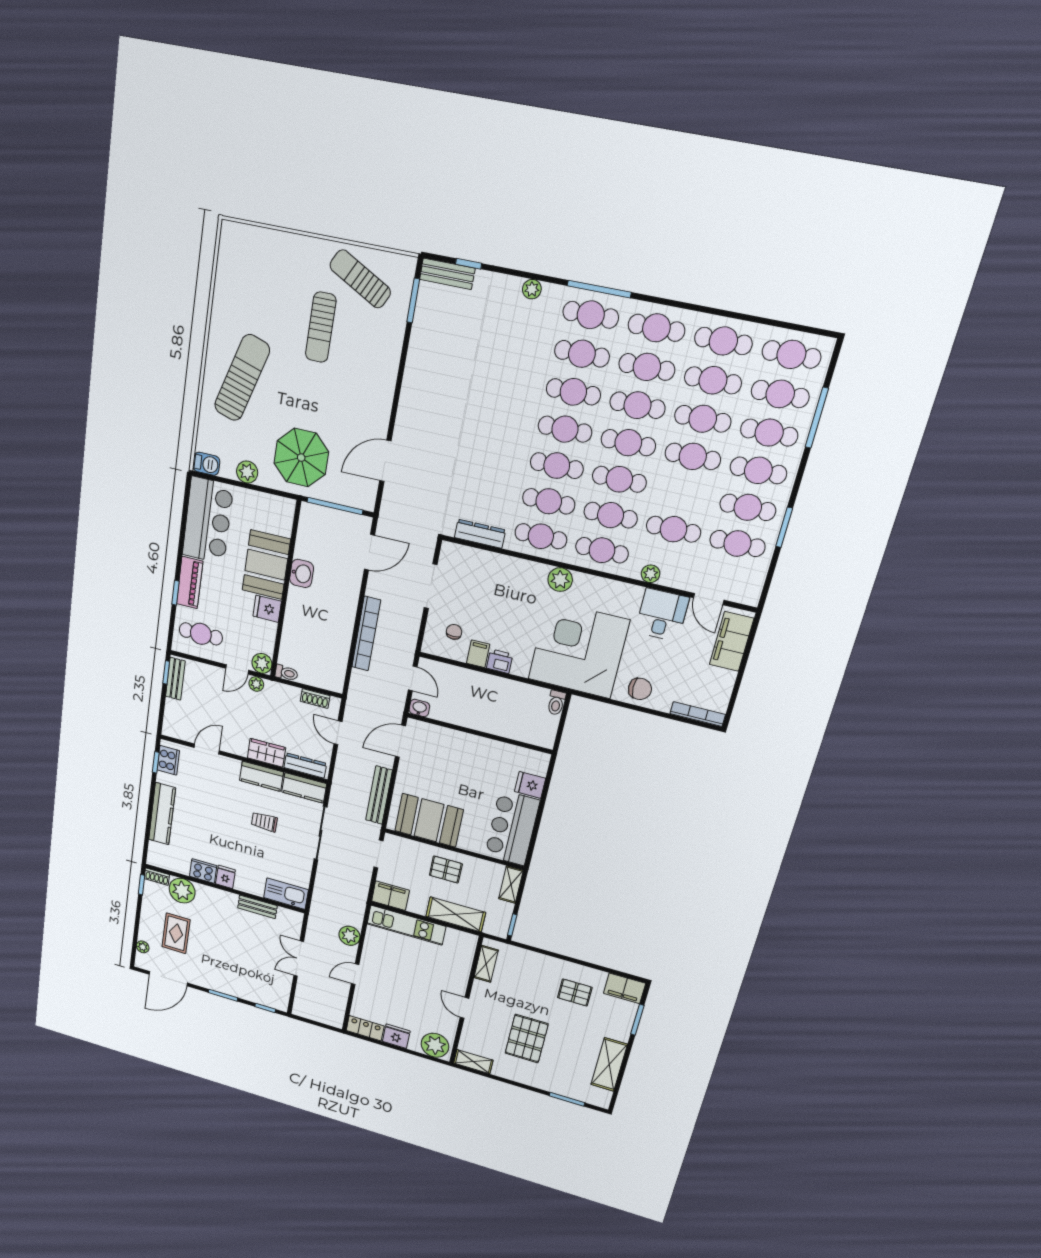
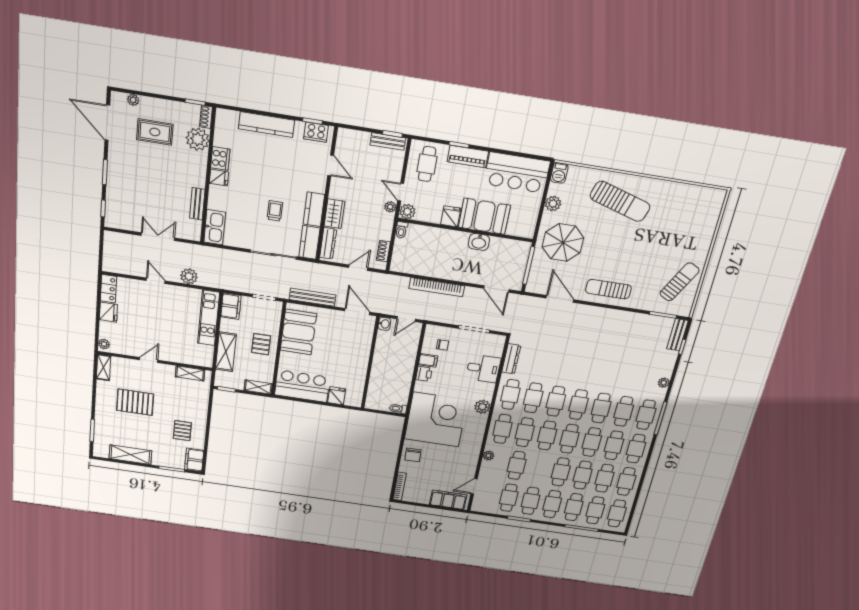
sun lounger: (321, 327) -> (608, 289), moved
desk: (662, 615) -> (483, 368), moved
plant: (435, 1045) -> (104, 344), width x0.53, depth x0.53

